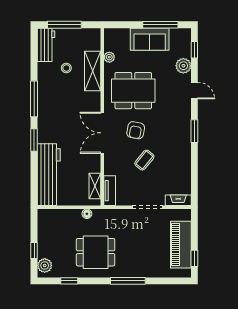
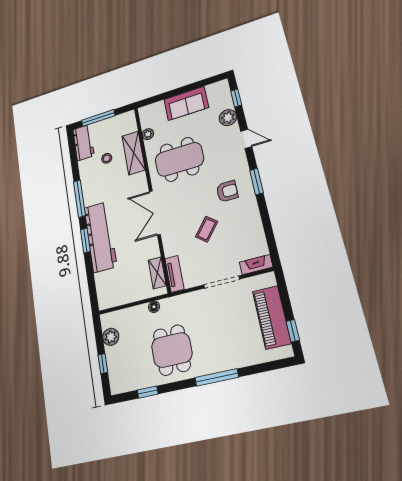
window: (160, 25) -> (194, 86), removed
armchair: (136, 130) -> (227, 191), moved, turned -101
workbench: (49, 175) -> (100, 237), moved
dining table: (96, 252) -> (172, 350), turned 90
plant: (45, 265) -> (111, 337), moved

